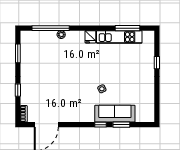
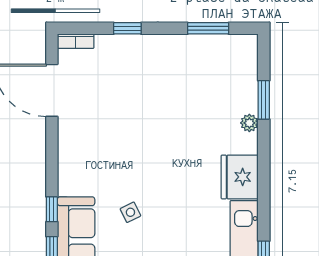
window: (51, 28) -> (264, 100), width x0.47
fridge: (90, 37) -> (240, 177), width x1.88, depth x1.34

